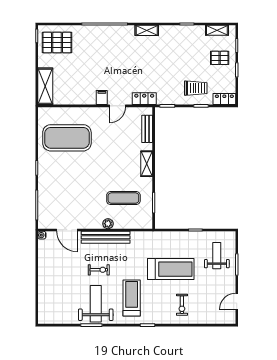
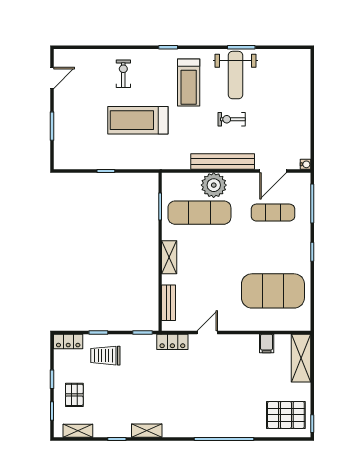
shelving: (147, 30) -> (147, 431), moved
pallet: (220, 58) -> (74, 395), turned 90
filing cabinet: (102, 97) -> (267, 343), moved
exercise mat: (67, 198) -> (273, 213), added
exercise mat: (123, 198) -> (199, 213), width x1.36, depth x1.45
plant: (108, 224) -> (214, 185), width x1.88, depth x1.88
door: (67, 230) -> (273, 171), swing flipped
weight bench: (217, 256) -> (78, 138), removed

